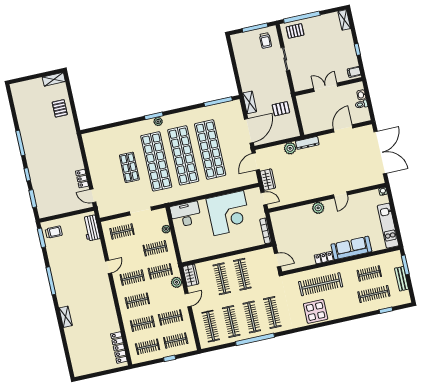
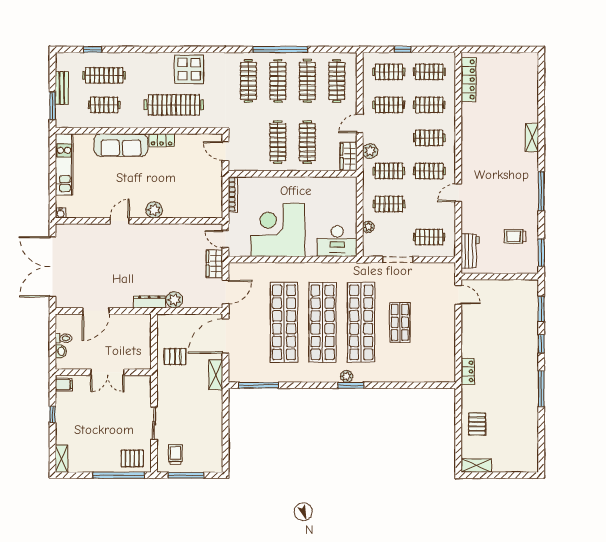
locker: (82, 179) -> (468, 371), moved
trolley: (54, 232) -> (515, 236), moved

